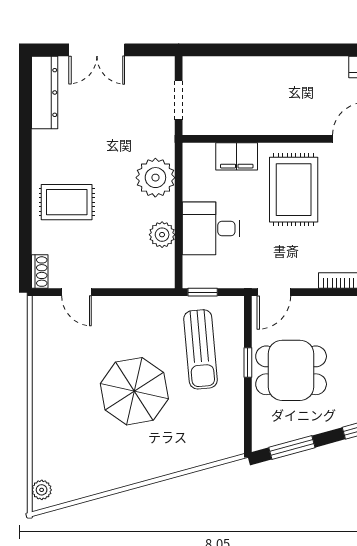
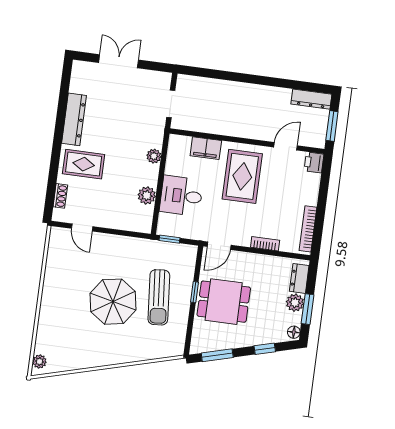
double door: (97, 50) -> (119, 61), swing flipped
dresser: (45, 92) -> (74, 119), moved
plant: (155, 178) -> (154, 156), width x0.53, depth x0.53
shoe rack: (40, 272) -> (60, 196), moved
sun lounger: (201, 349) -> (159, 297), moved

